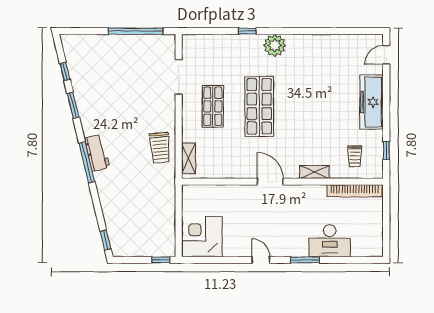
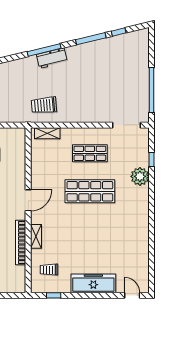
window: (247, 31) -> (152, 160), moved
plant: (275, 45) -> (140, 176), moved
doorway: (179, 77) -> (127, 125), moved
window: (73, 105) -> (91, 39), width x1.44
trolley: (160, 148) -> (44, 105), moved
bookcase: (354, 191) -> (21, 242), moved

